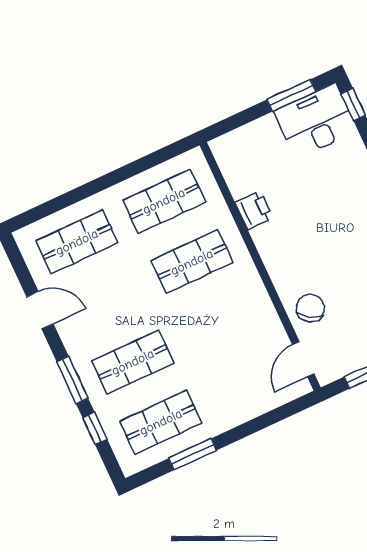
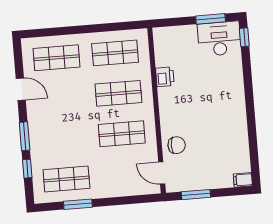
chair: (310, 308) -> (177, 145), turned 59
door: (303, 359) -> (162, 173), hinge flipped
shop shelf: (133, 362) -> (122, 134), moved

